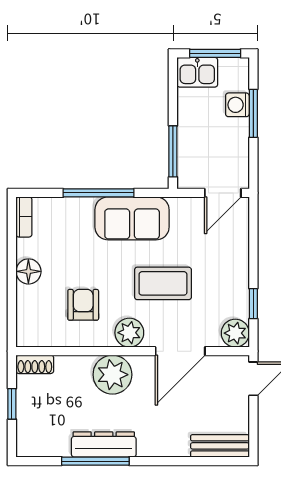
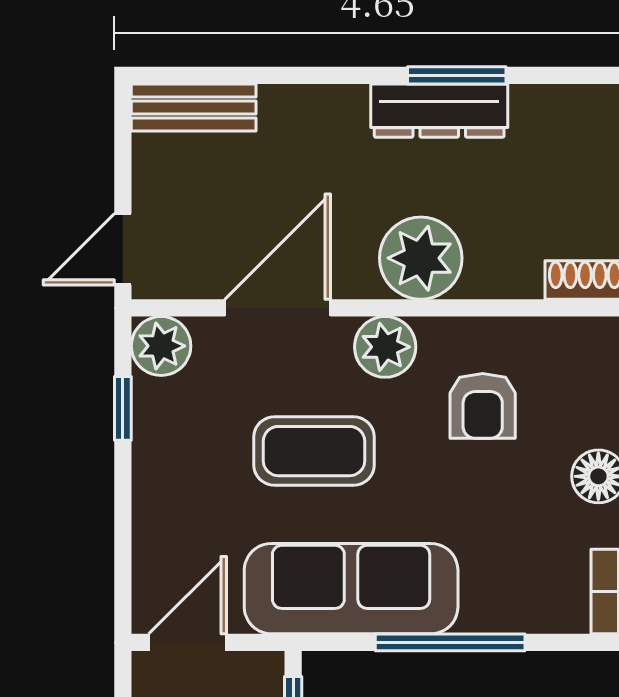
sofa: (132, 218) -> (351, 589), width x1.36
window: (95, 461) -> (457, 75), width x0.69

